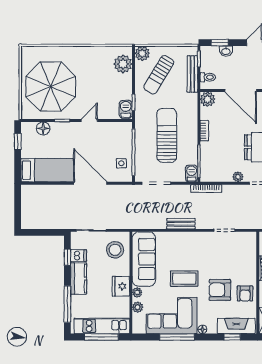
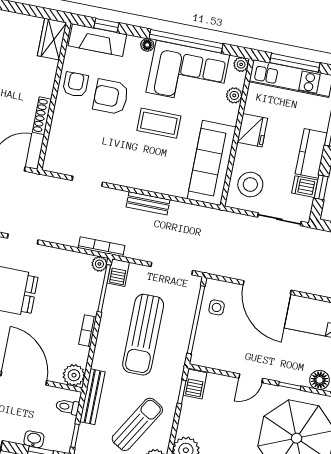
bench: (192, 74) -> (92, 397), moved
plant: (238, 177) -> (99, 264), moved
armchair: (220, 290) -> (111, 97), turned 180
plant: (137, 292) -> (241, 64), moved
window: (177, 337) -> (186, 41), width x1.46

